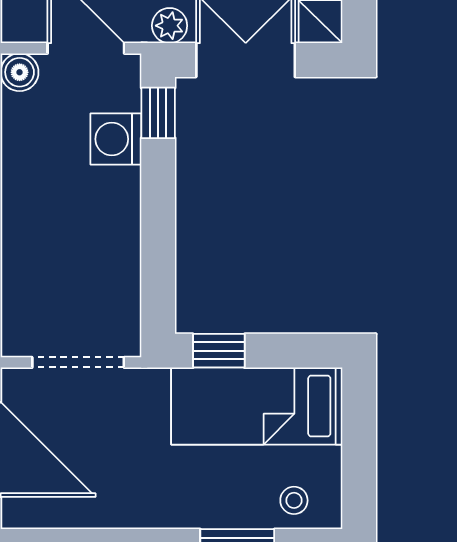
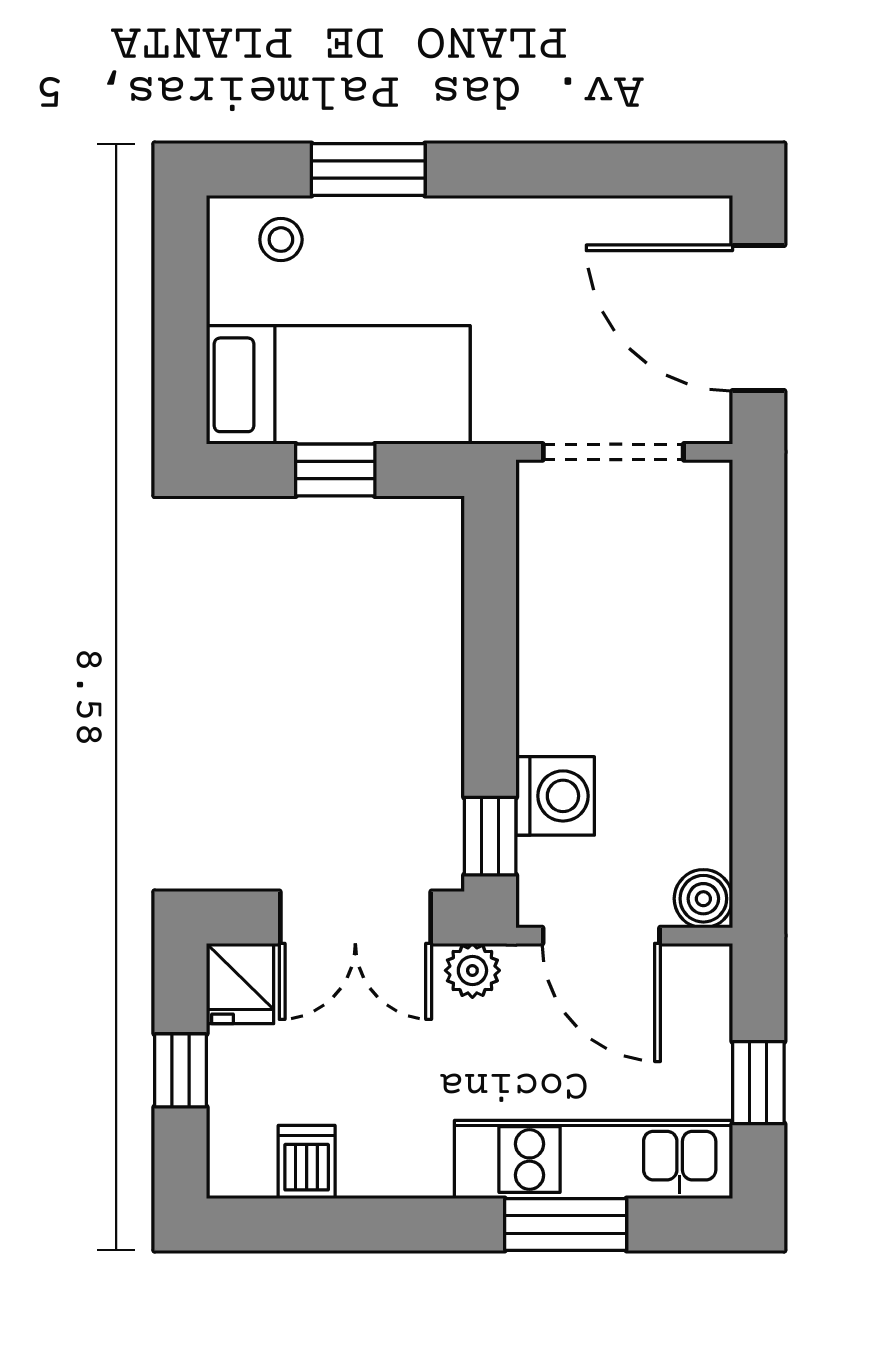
window: (219, 351) -> (335, 470), moved

